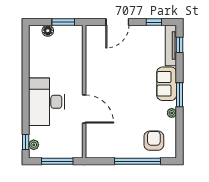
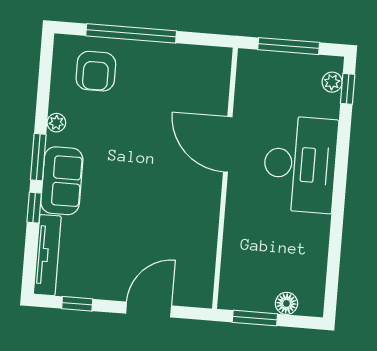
window: (180, 45) -> (34, 208), moved

